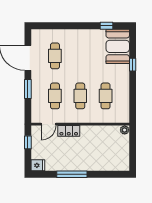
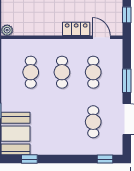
window: (45, 26) -> (105, 159), added
door: (49, 124) -> (101, 37), hinge flipped

